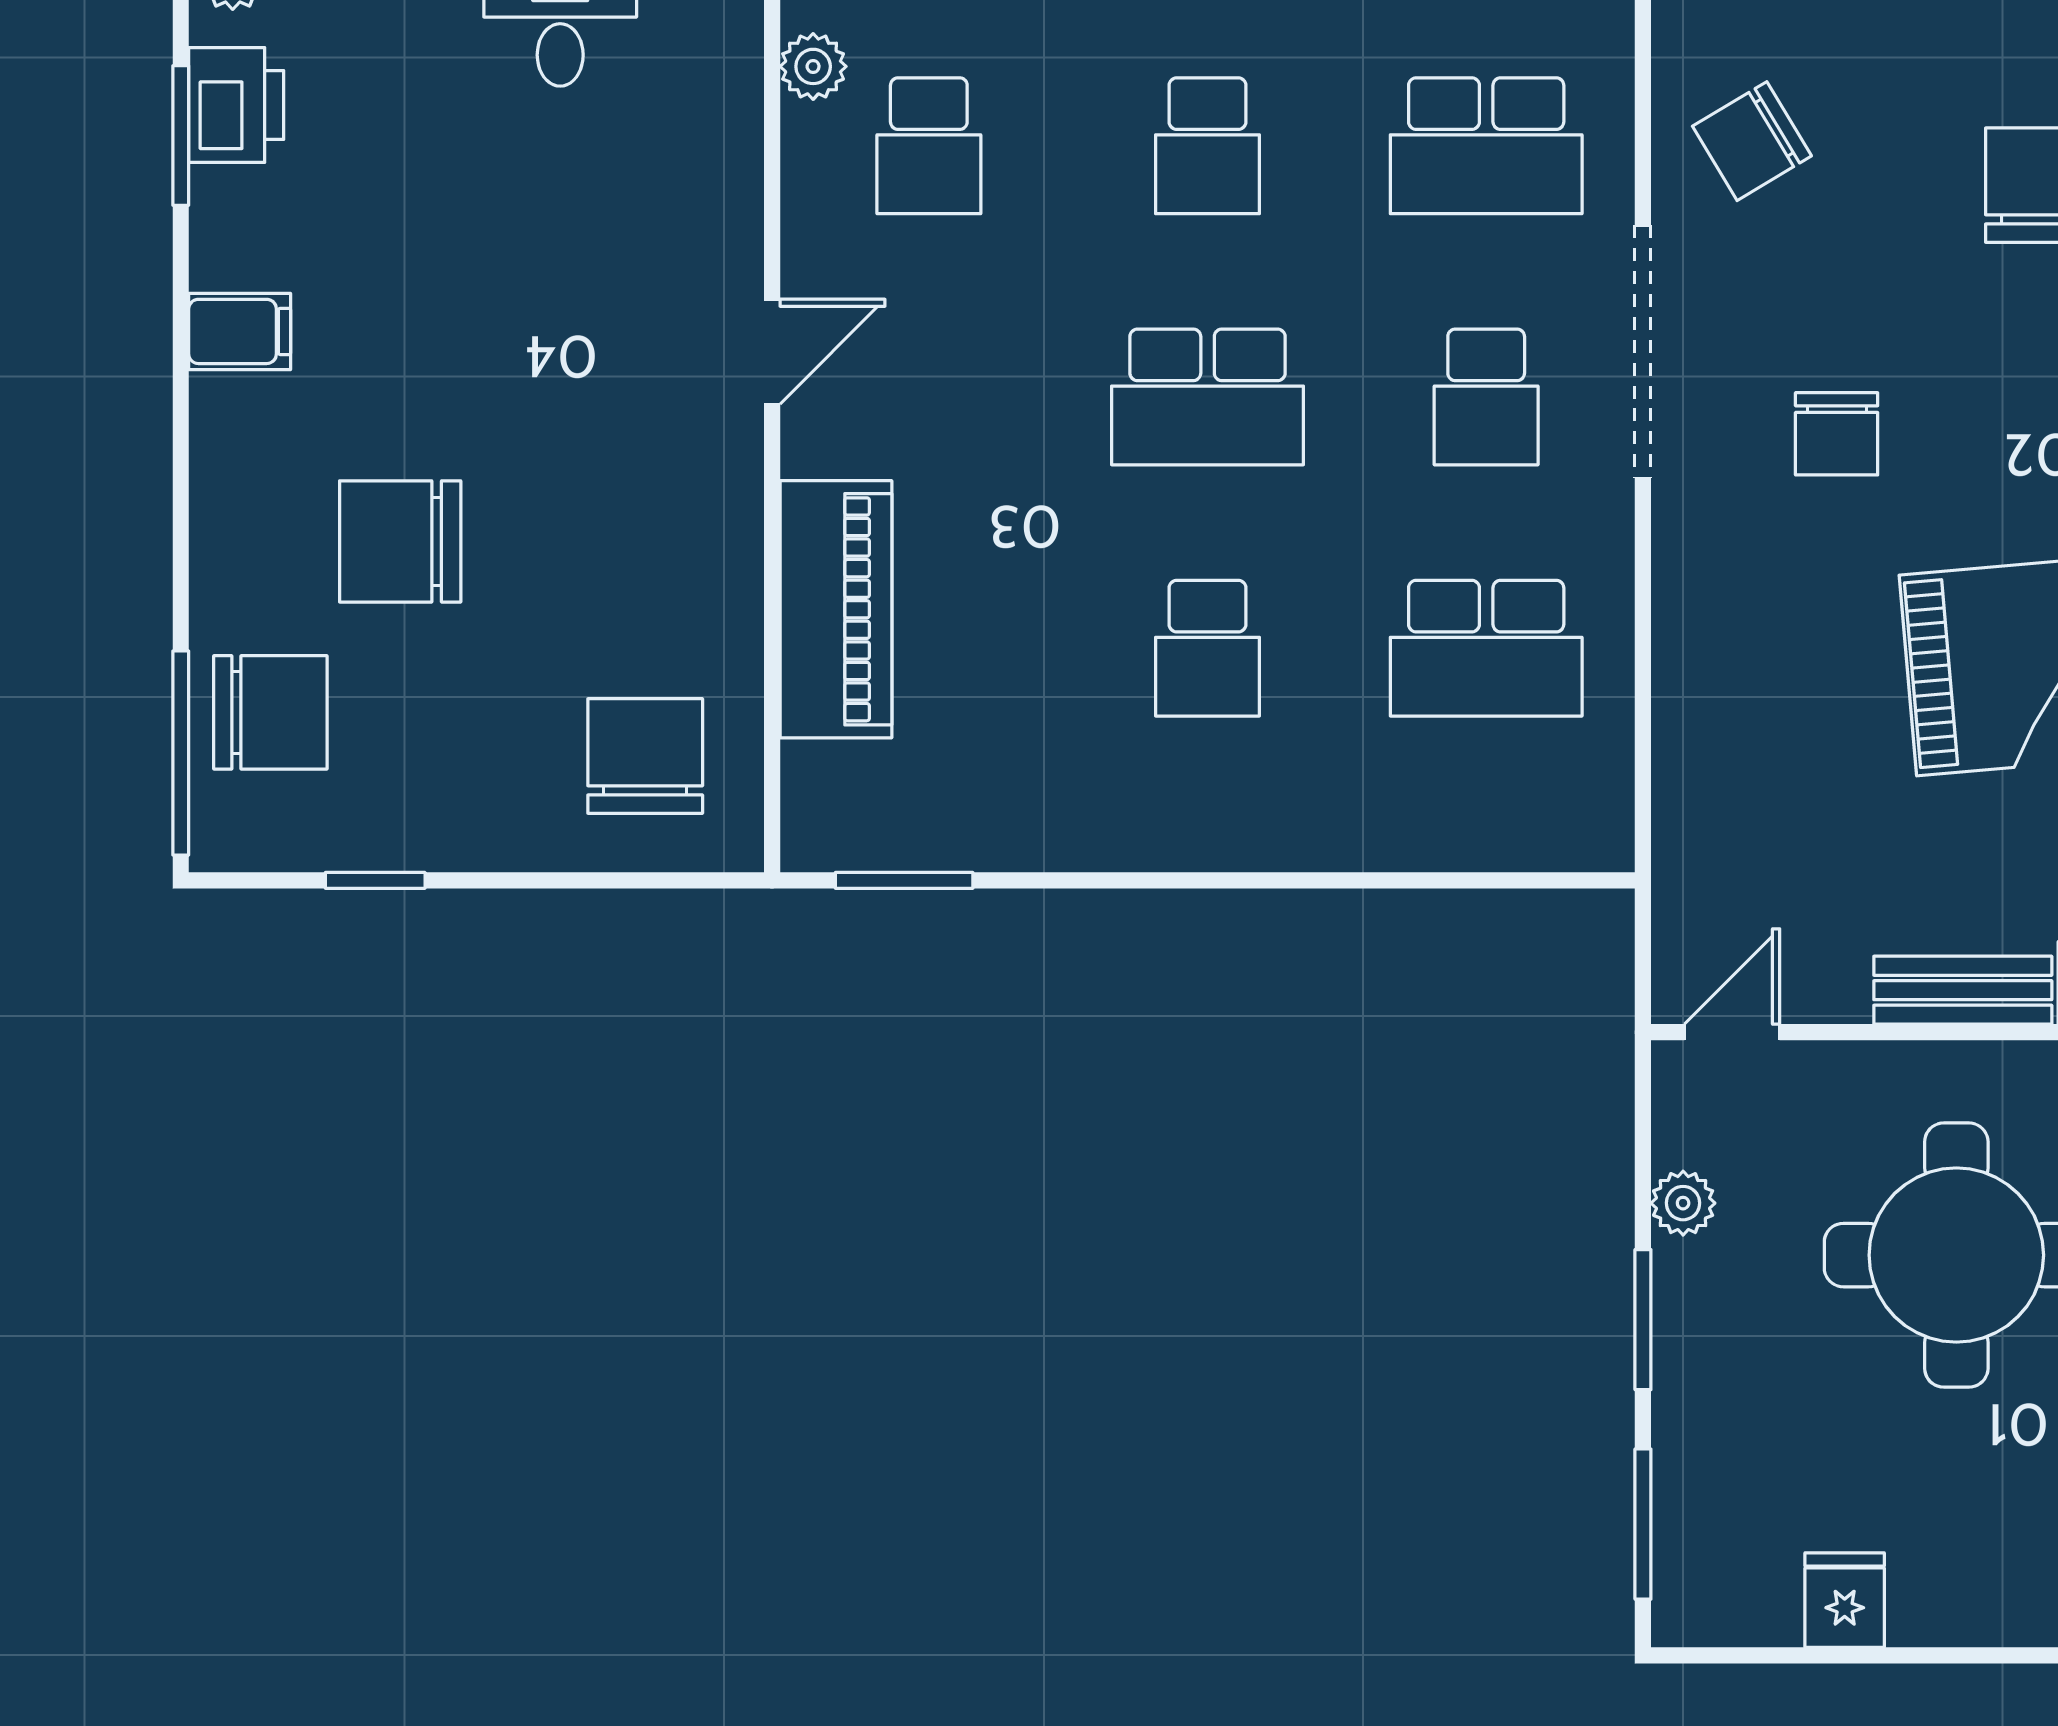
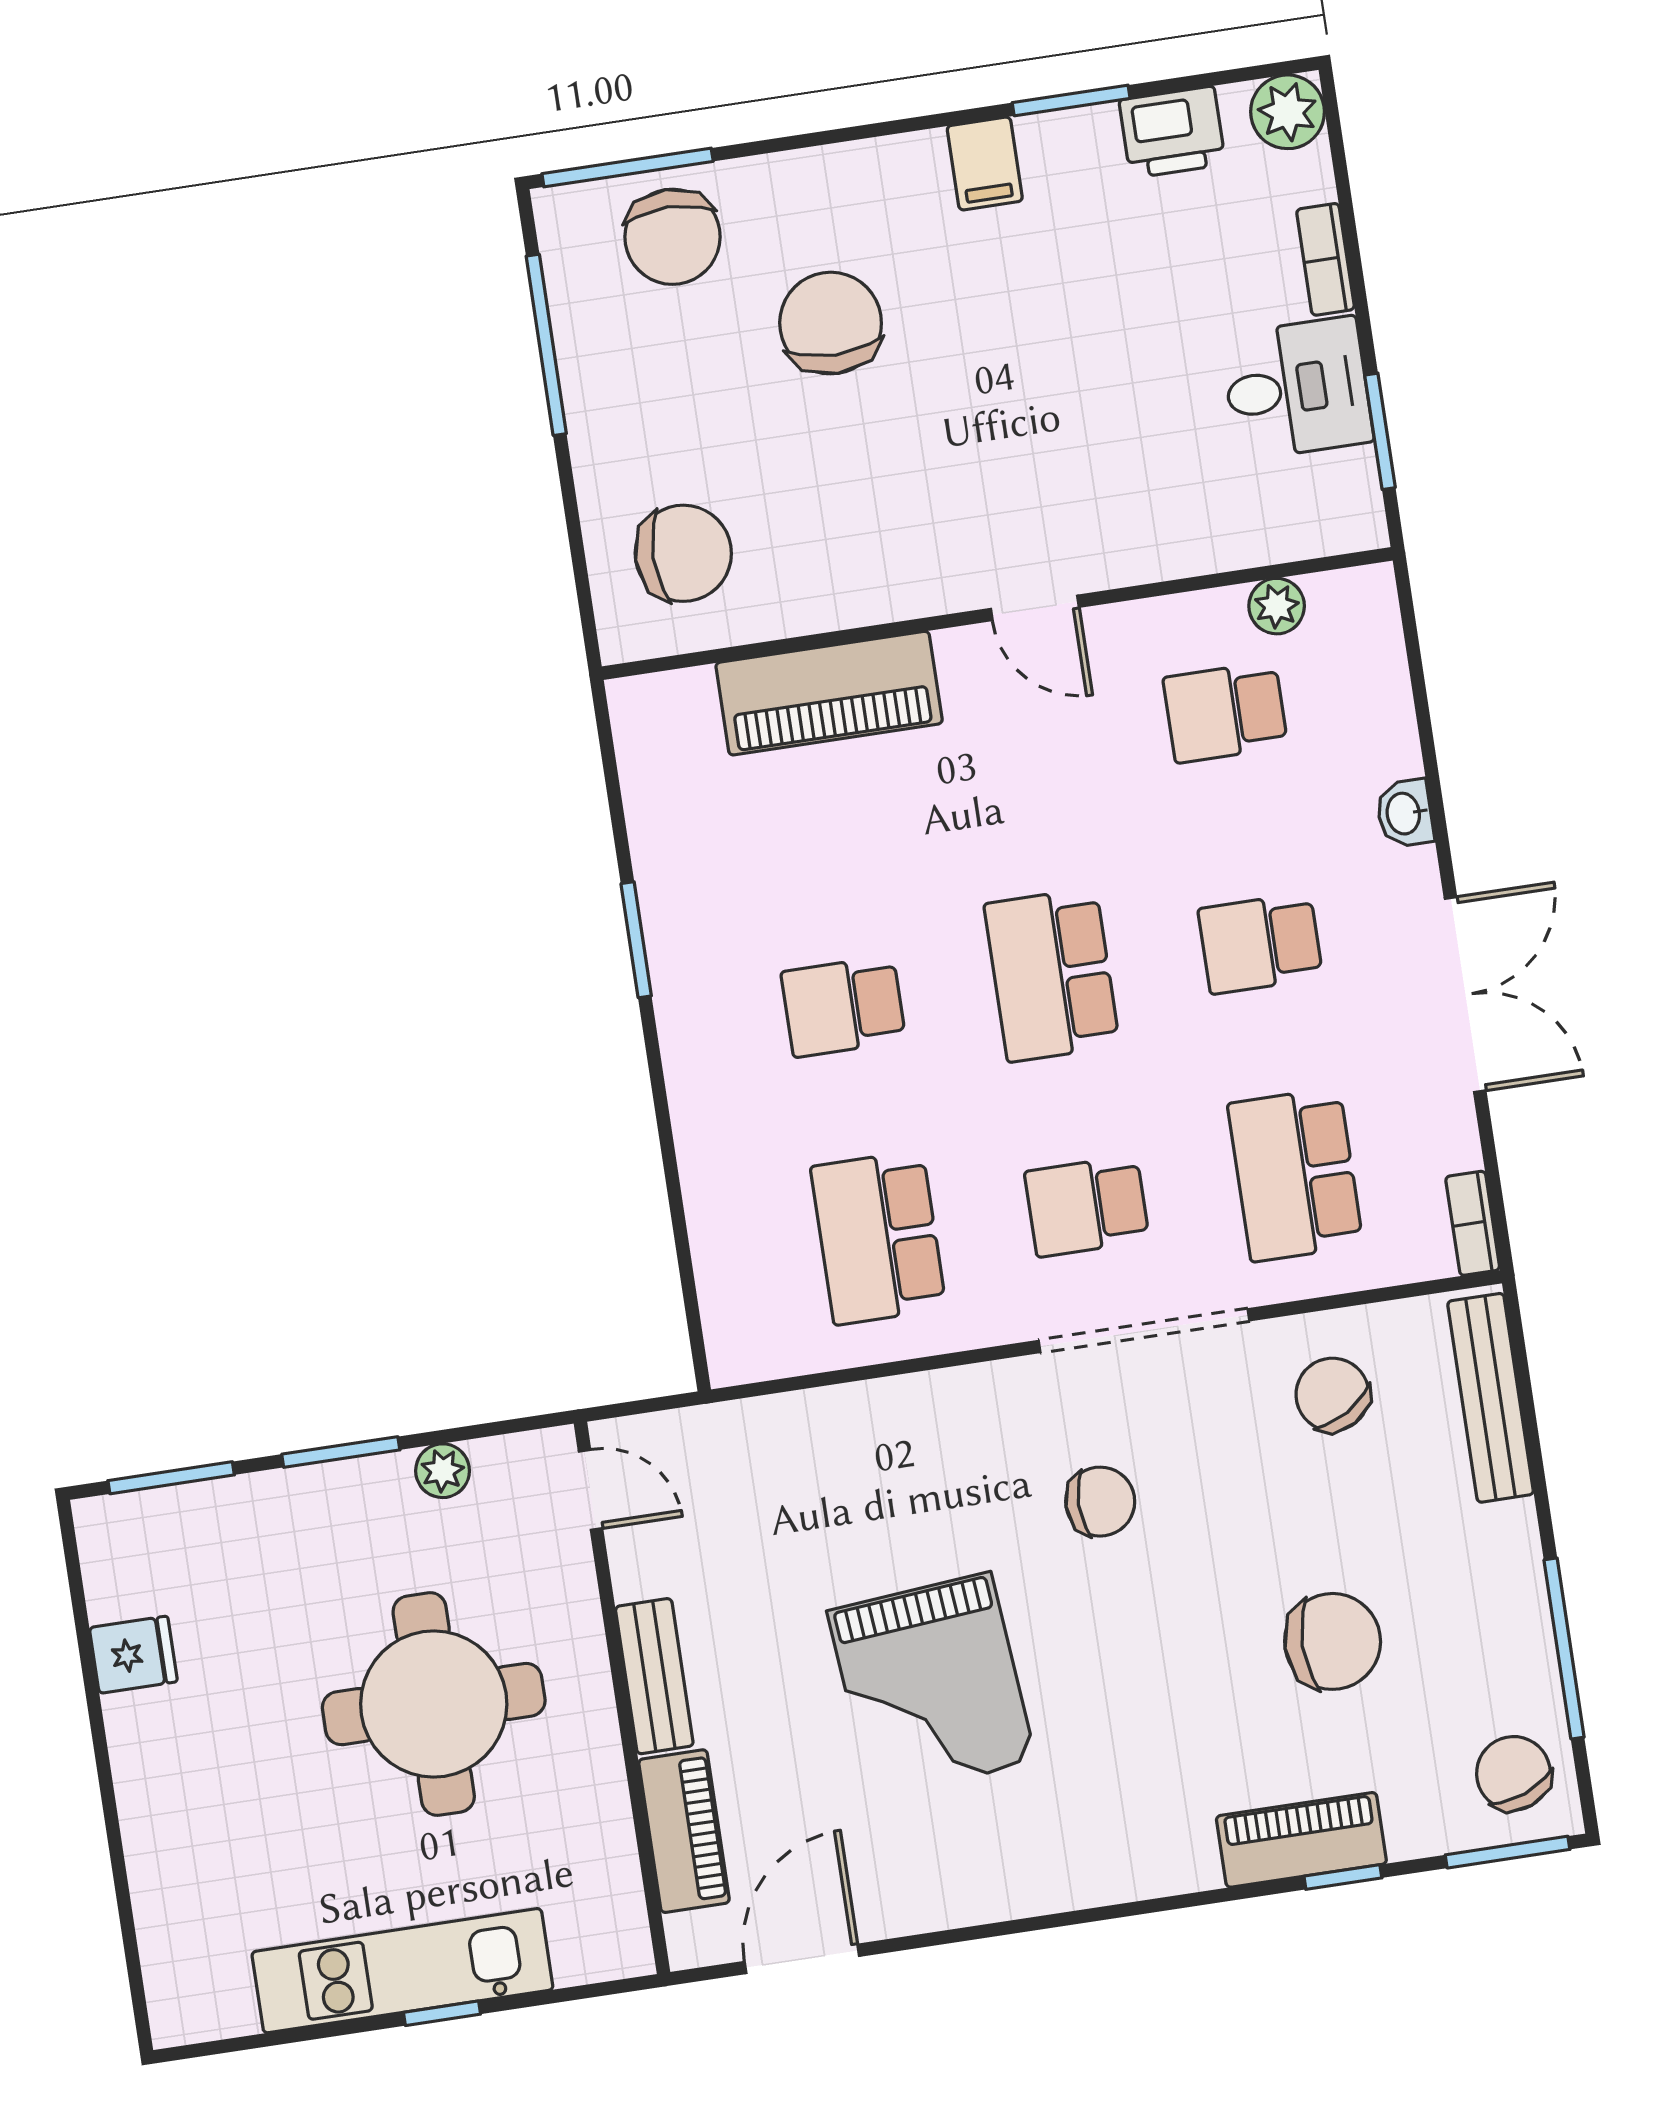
window: (181, 136) -> (1071, 100), moved
chair: (1837, 434) -> (1100, 1502), turned 180
window: (375, 880) -> (546, 345), width x2.17
window: (904, 880) -> (636, 940), moved

